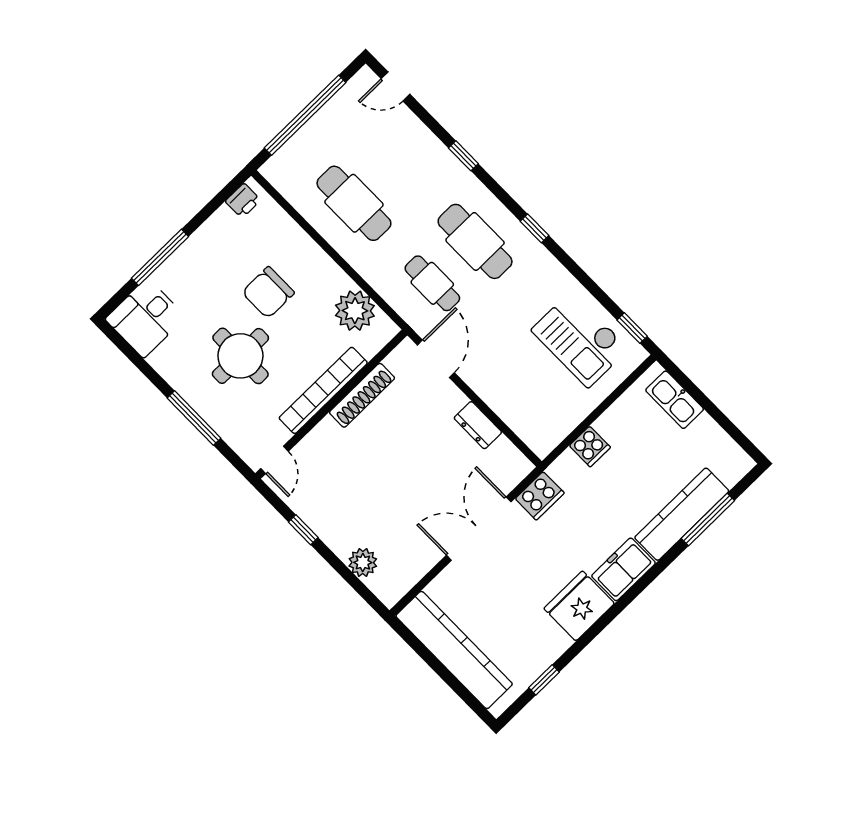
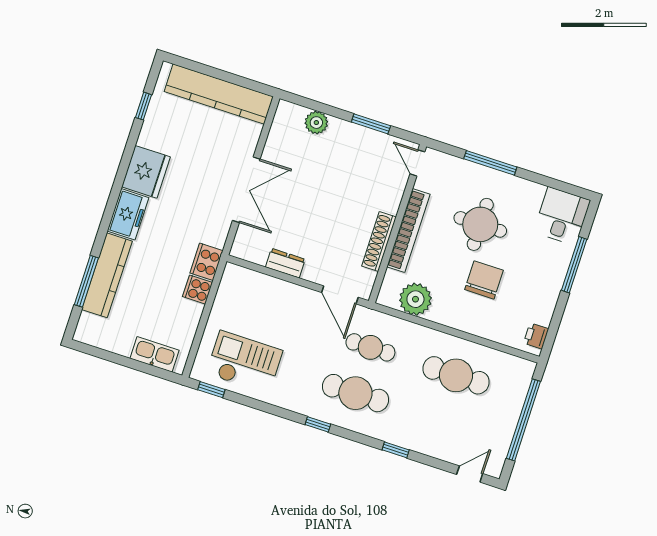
cooker: (540, 496) -> (206, 262), moved
window: (303, 530) -> (371, 124), width x1.50

